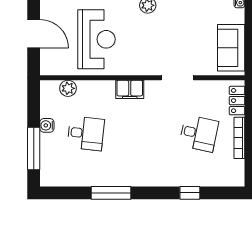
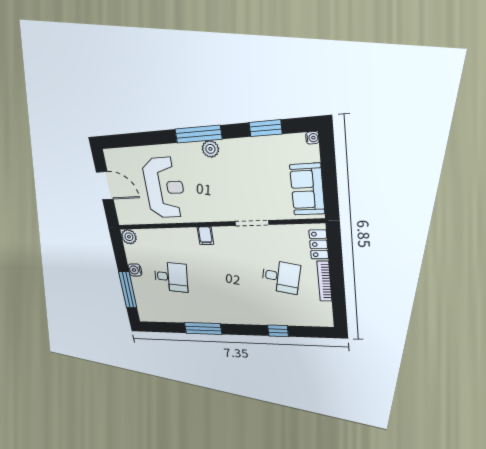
plant: (68, 88) -> (129, 237), moved
filing cabinet: (130, 89) -> (205, 236), width x0.50

